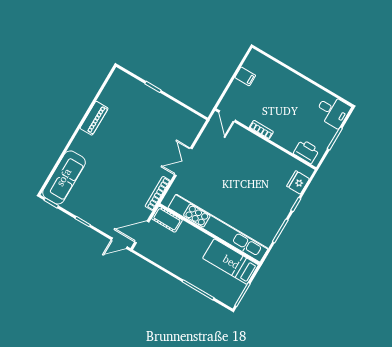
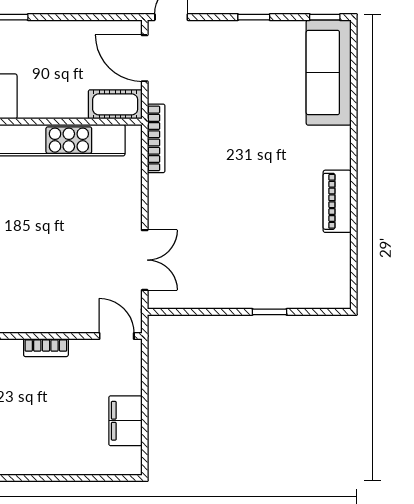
filing cabinet: (245, 76) -> (125, 421), width x2.00
double door: (183, 162) -> (145, 260), moved
door: (142, 232) -> (145, 58), swing flipped

